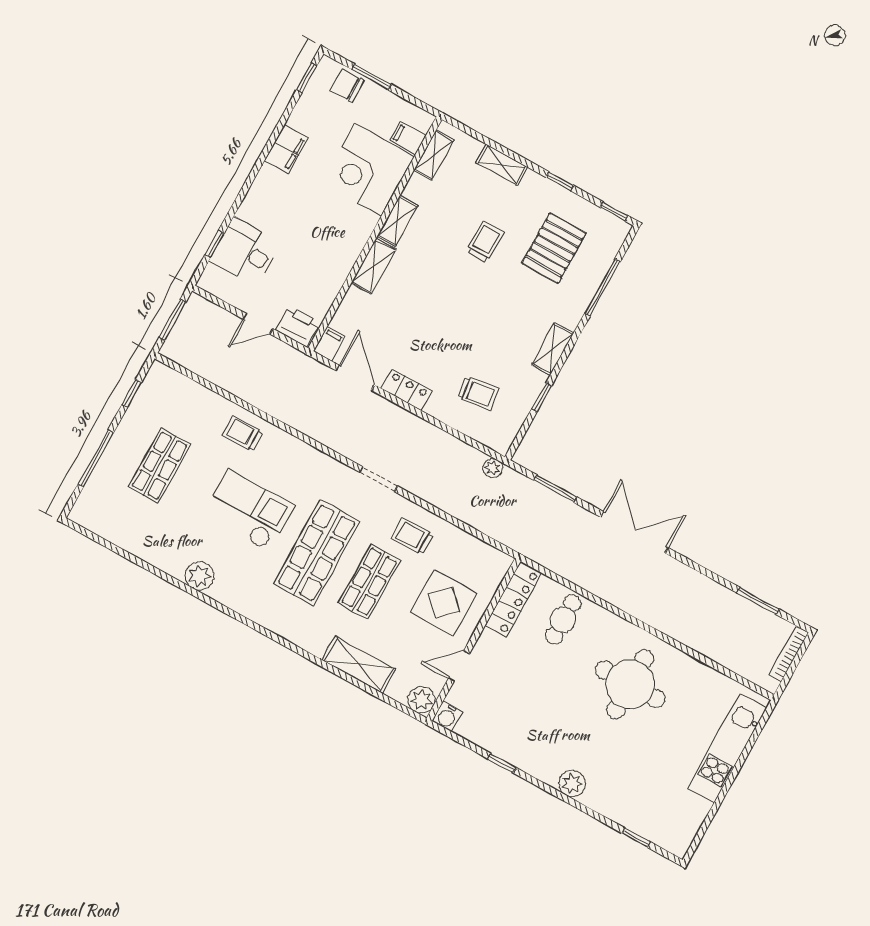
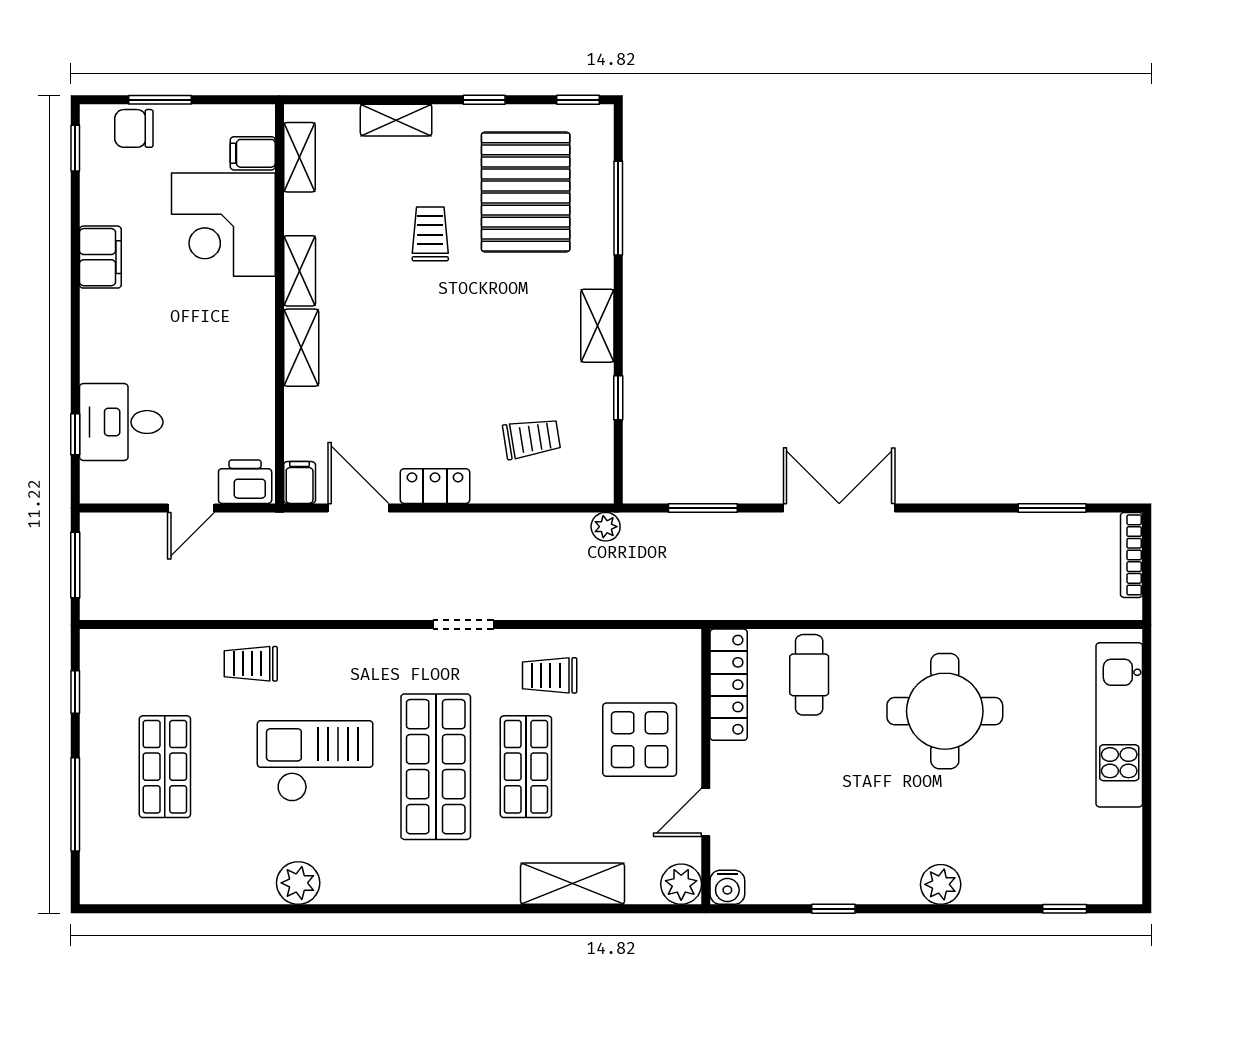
pallet: (554, 248) -> (526, 192), width x1.37, depth x1.41

